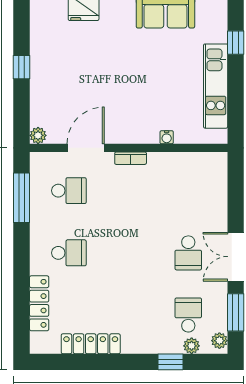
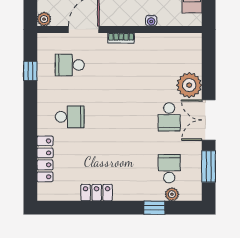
school desk: (69, 191) -> (70, 65), turned 180
window: (22, 198) -> (30, 71), width x0.46
plant: (219, 341) -> (189, 85), moved, width x1.88, depth x1.88
locker: (91, 344) -> (97, 193), width x0.66

